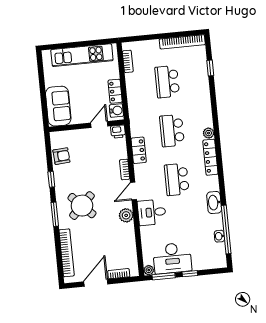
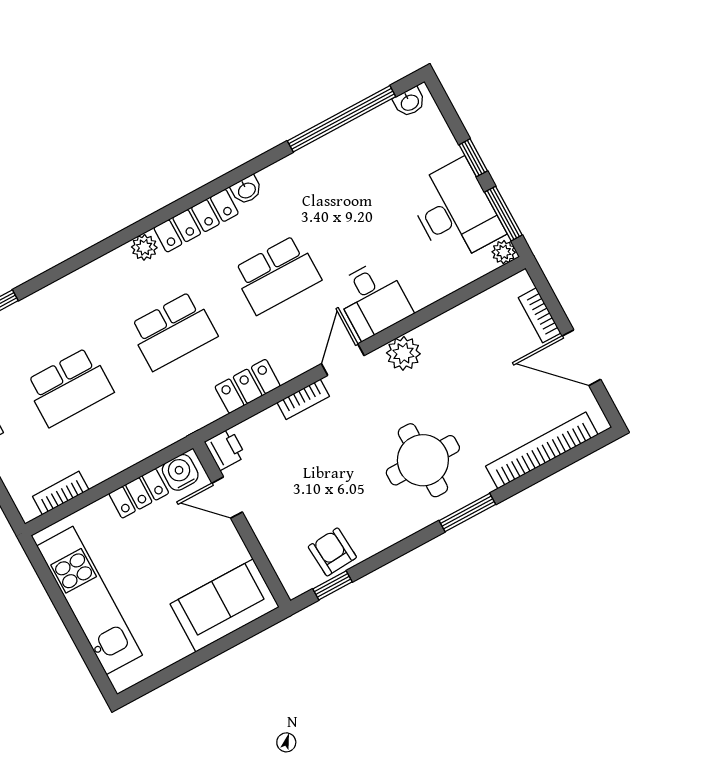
window: (51, 179) -> (332, 585), moved
door: (133, 191) -> (343, 360), swing flipped
washbasin: (214, 203) -> (247, 190), moved, width x0.52, depth x0.69
round table: (82, 206) -> (423, 460), turned 45
washbasin: (219, 236) -> (410, 102), moved

